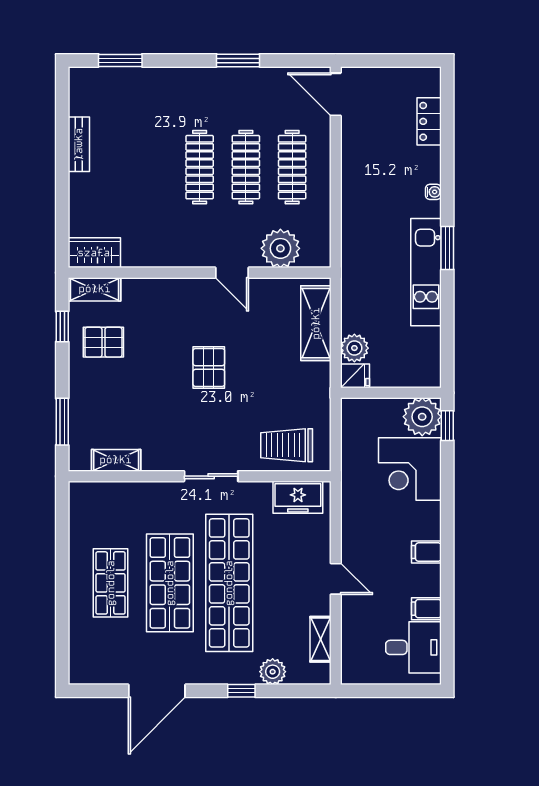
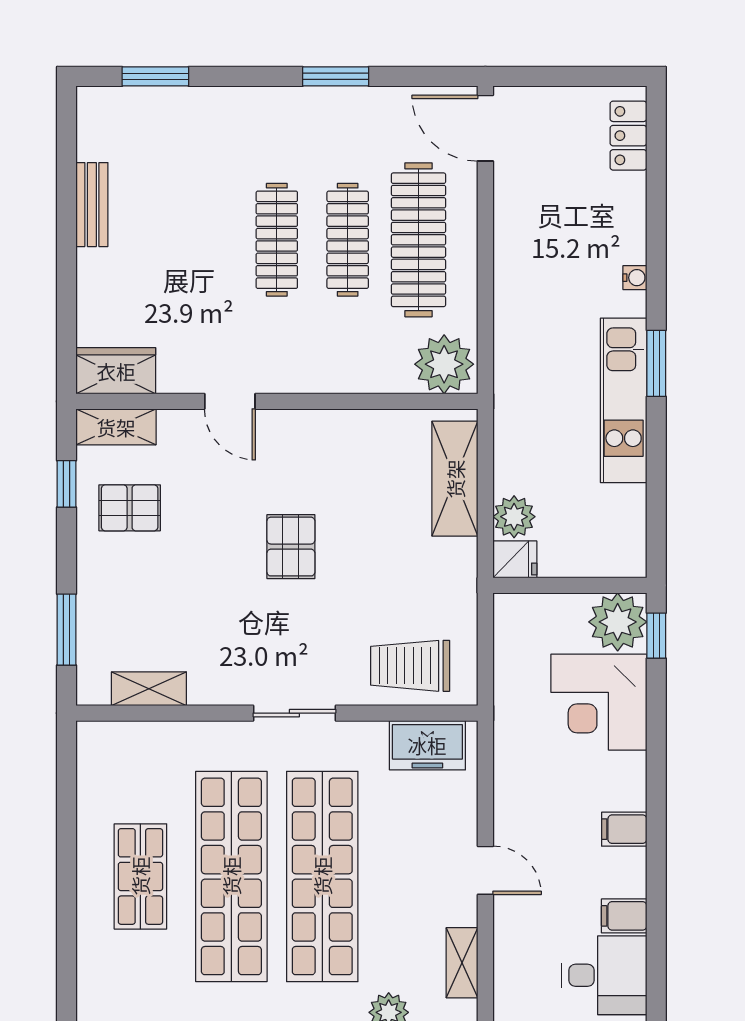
locker: (429, 121) -> (628, 136), moved
clothes rail: (292, 167) -> (418, 240), width x1.37, depth x1.31
plant: (280, 248) -> (444, 364), moved
door: (232, 273) -> (230, 401), moved
shop shelf: (170, 583) -> (231, 876), width x1.40

